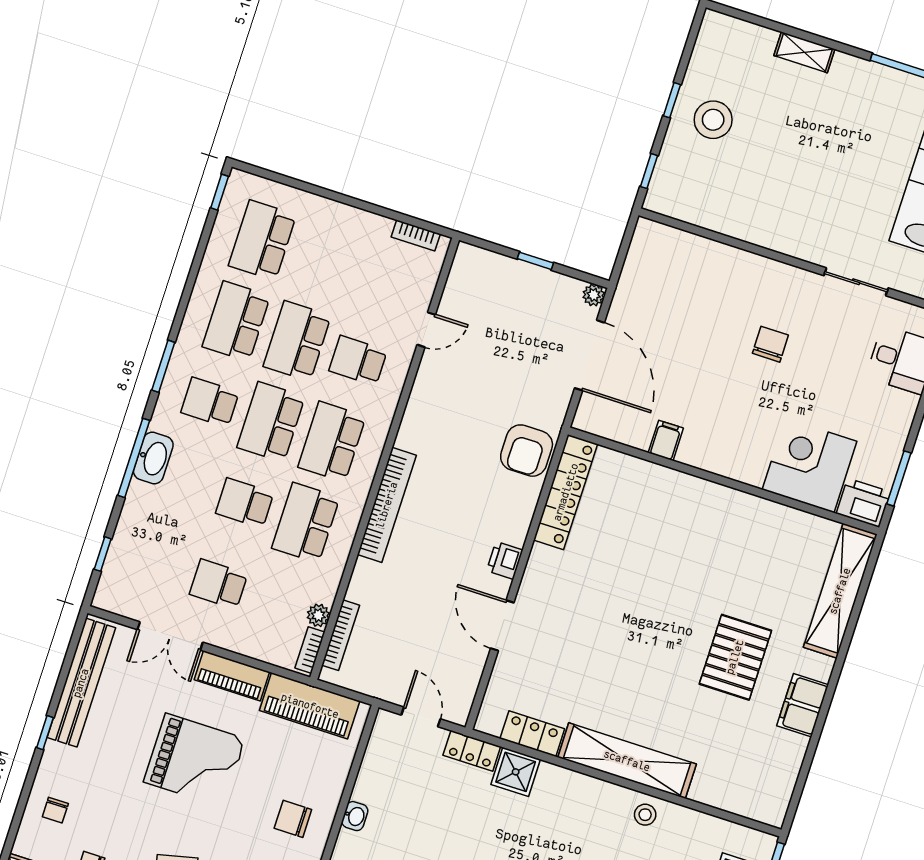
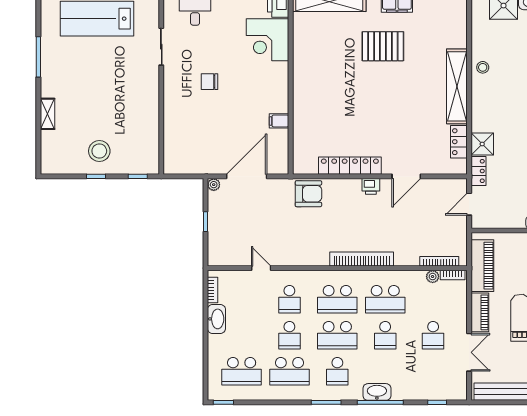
washbasin: (365, 226) -> (216, 319), added
school desk: (297, 341) -> (289, 335), width x0.54
locker: (566, 492) -> (350, 166), moved

